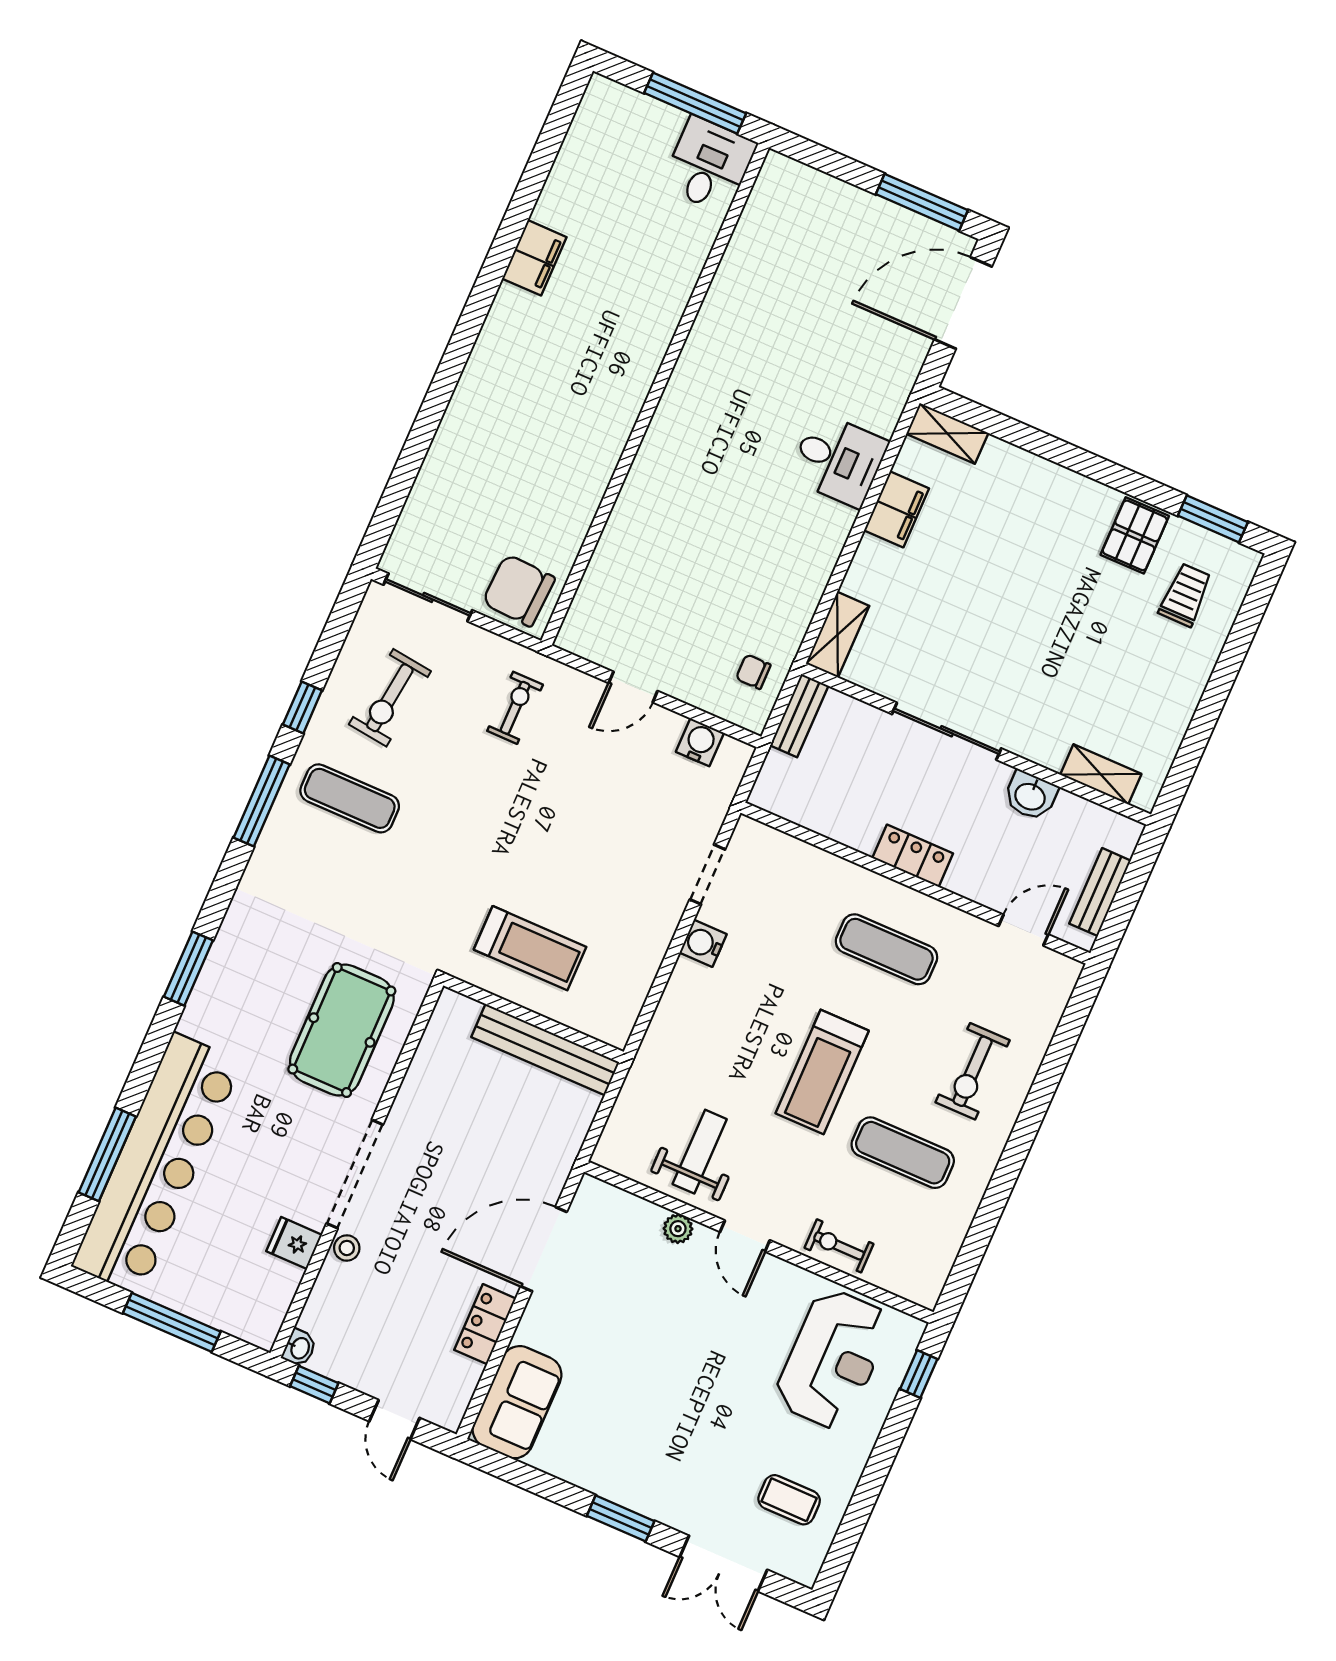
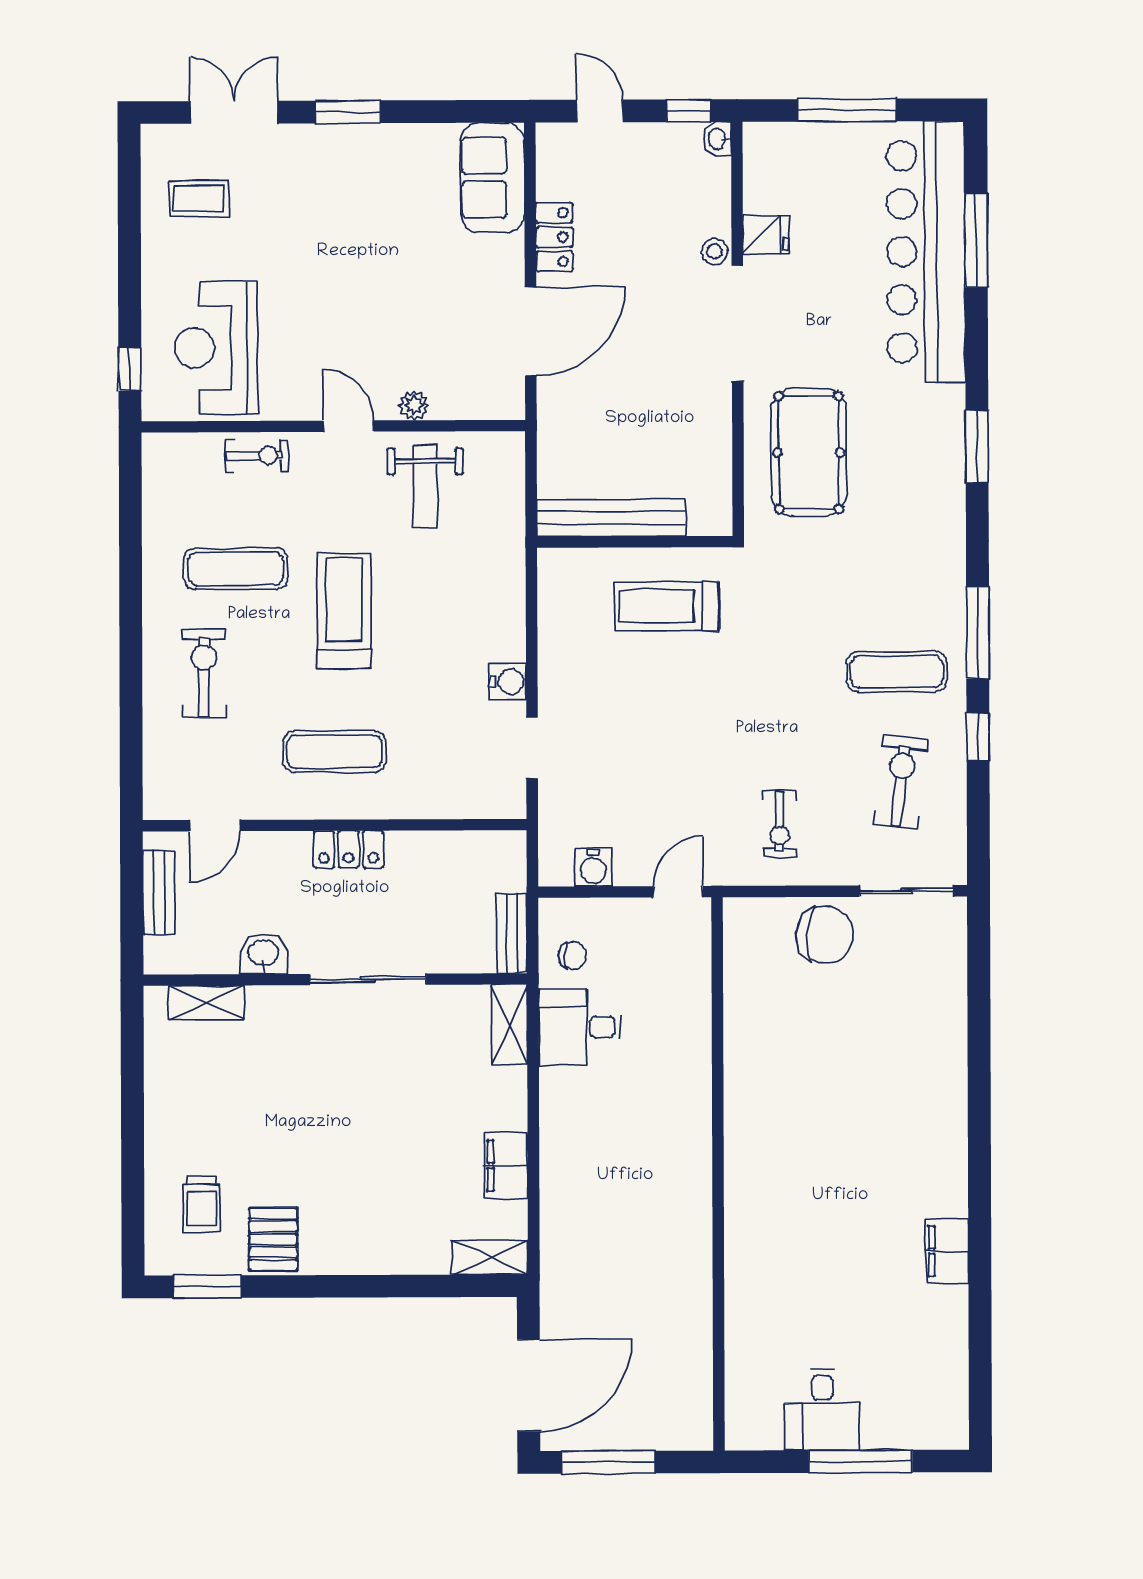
wall: (655, 394) -> (718, 1174), moved
desk: (838, 460) -> (580, 1027), moved

